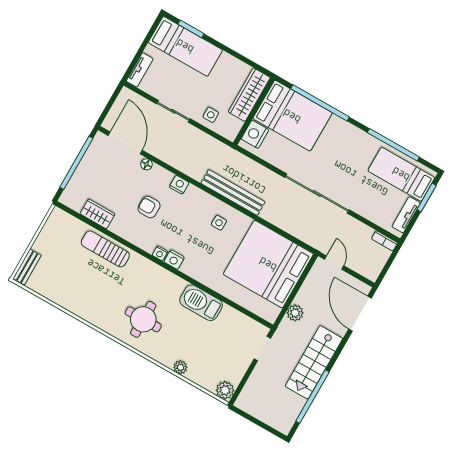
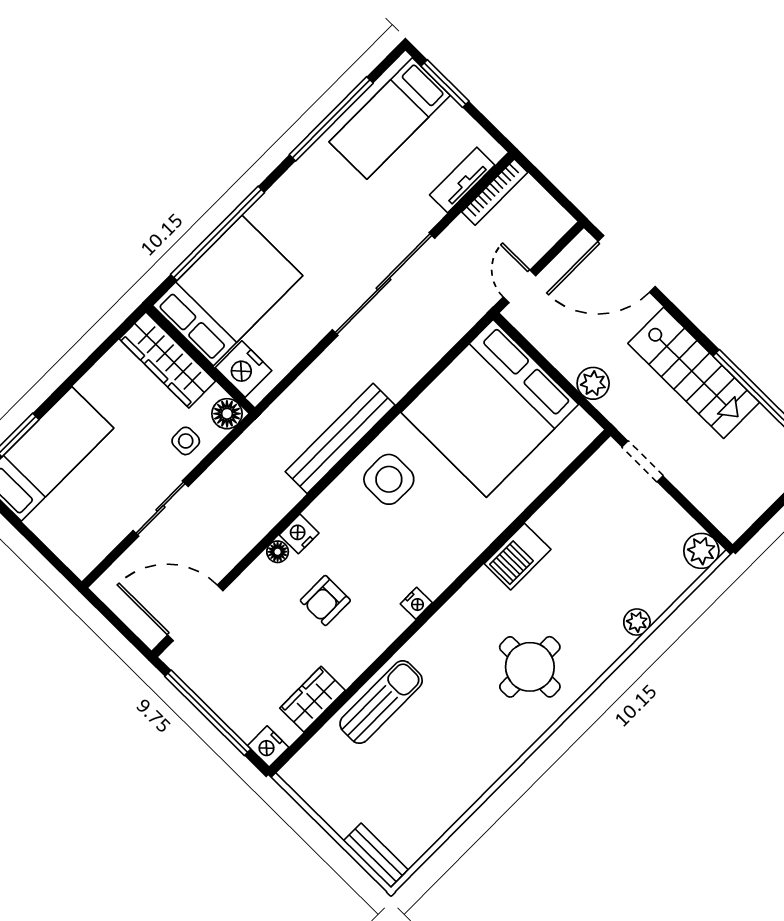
tv unit: (140, 70) -> (68, 550), removed
floor lamp: (230, 132) -> (227, 414), added
floor lamp: (146, 164) -> (278, 552), moved
tv unit: (406, 215) -> (462, 180), moved, turned 90
side table: (219, 223) -> (389, 479), width x1.87, depth x1.87
bookcase: (385, 241) -> (495, 192), width x1.56
sun lounger: (105, 249) -> (381, 702), turned 180
nightstand: (174, 260) -> (268, 746), moved, turned 90
door: (334, 263) -> (519, 286), hinge flipped
barbecue: (201, 303) -> (518, 557), width x0.73, depth x0.83

